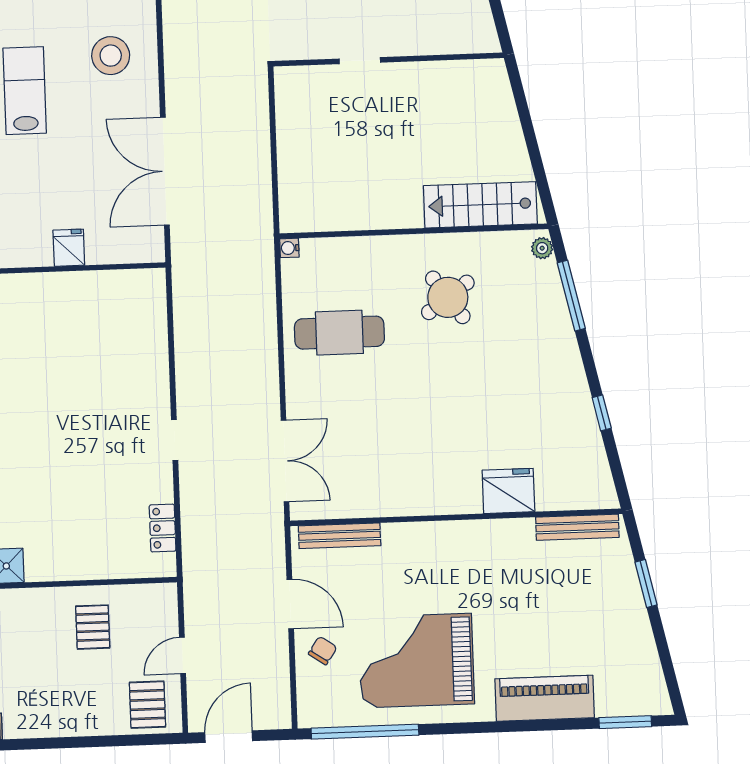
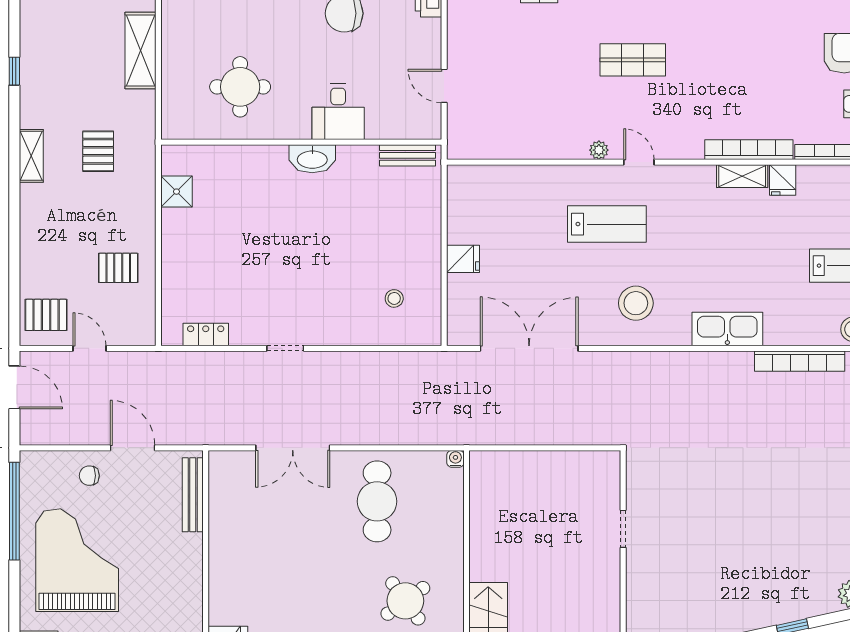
stool: (115, 322) -> (394, 298), added
double door: (285, 461) -> (293, 448), moved
door: (290, 604) -> (132, 448), swing flipped
chair: (323, 651) -> (89, 476), turned 146

